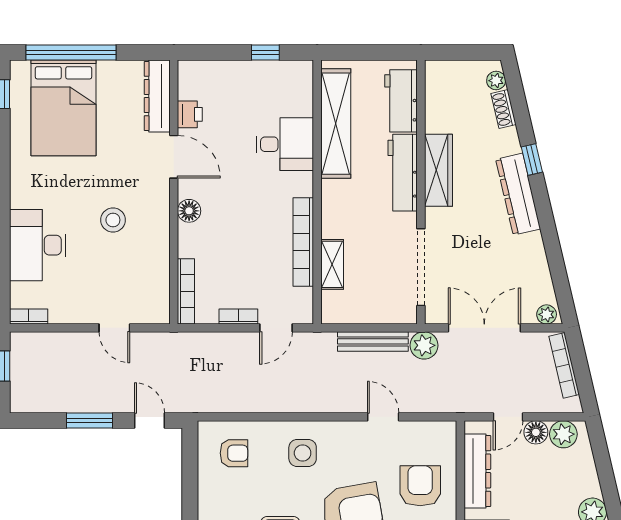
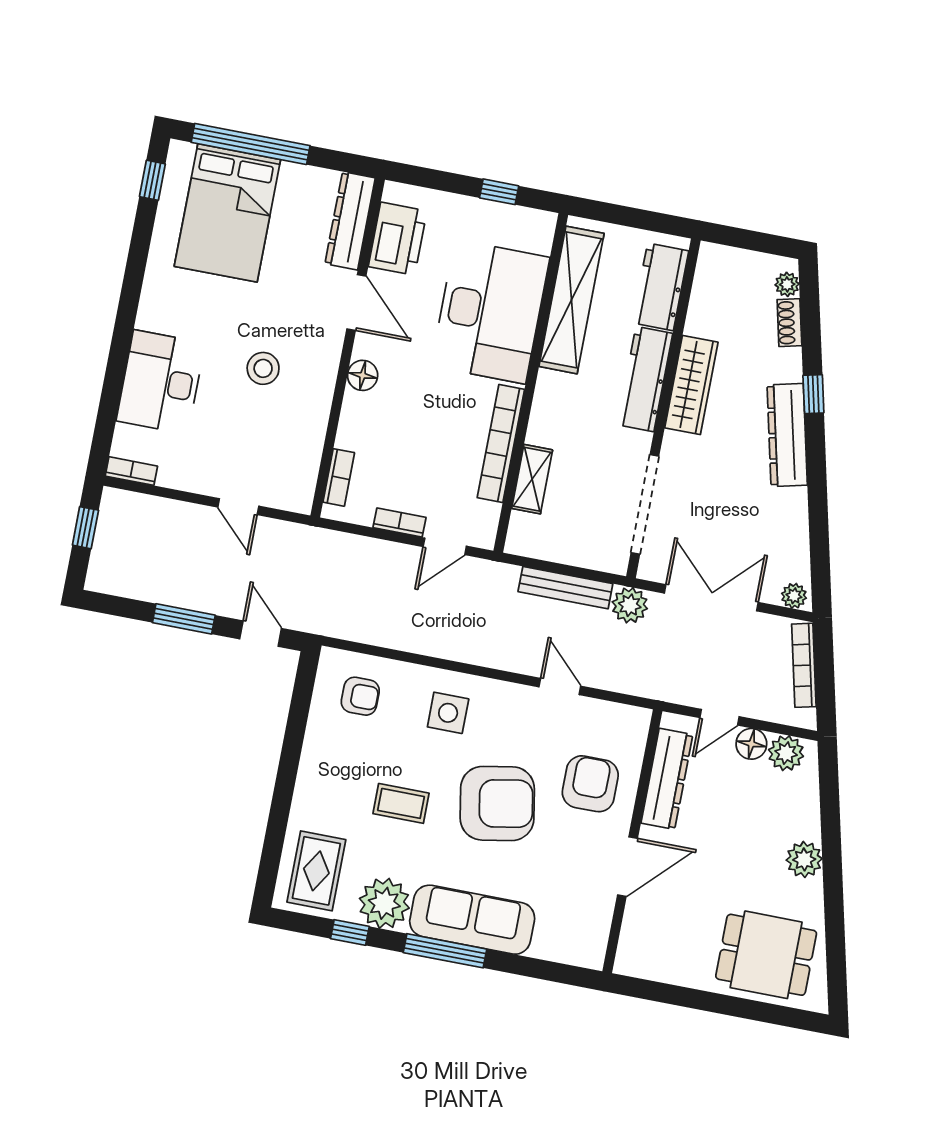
printer: (190, 114) -> (398, 239), width x1.87, depth x1.48
desk: (285, 144) -> (490, 312), width x1.87, depth x1.30
bookcase: (186, 291) -> (339, 477), width x0.64

